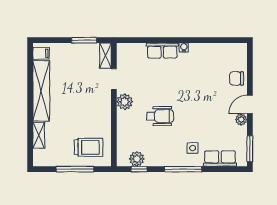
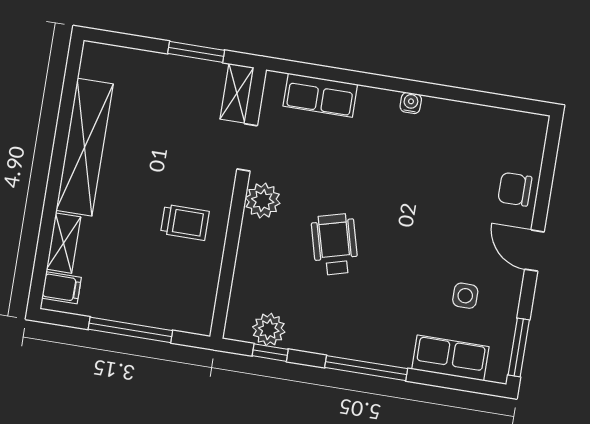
row of seats: (162, 51) -> (320, 95), moved
filing cabinet: (41, 53) -> (61, 288), moved
door: (250, 104) -> (534, 251), hinge flipped
wheelchair: (160, 116) -> (335, 244), turned -105
plant: (241, 119) -> (510, 280), removed
trolley: (88, 147) -> (185, 222), moved, width x0.73, depth x0.72
side table: (193, 148) -> (465, 296), moved

